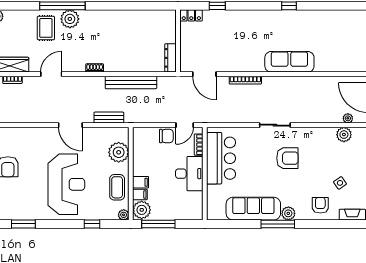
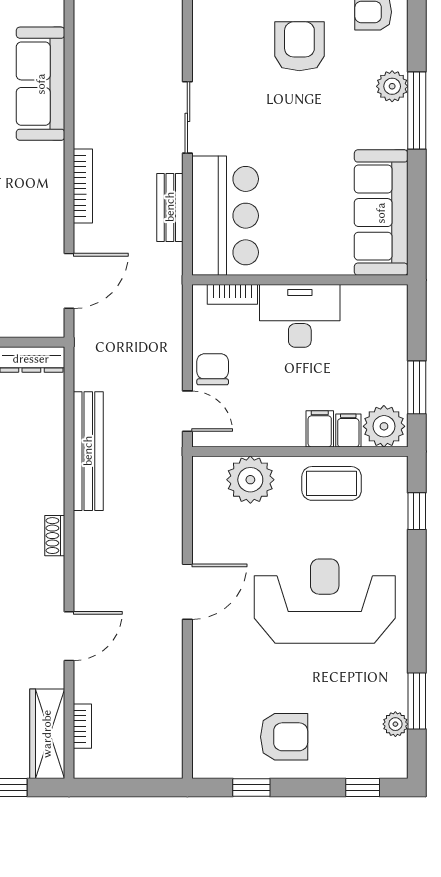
door: (51, 74) -> (69, 636), swing flipped
bench: (109, 118) -> (170, 207), moved
door: (185, 125) -> (187, 411), moved
bar counter: (221, 158) -> (225, 216), moved, turned 90
armchair: (287, 158) -> (299, 46), moved
sofa: (253, 209) -> (381, 213), moved
plant: (124, 215) -> (395, 724), moved
window: (92, 224) -> (417, 511), moved
window: (158, 224) -> (417, 387), width x0.69

